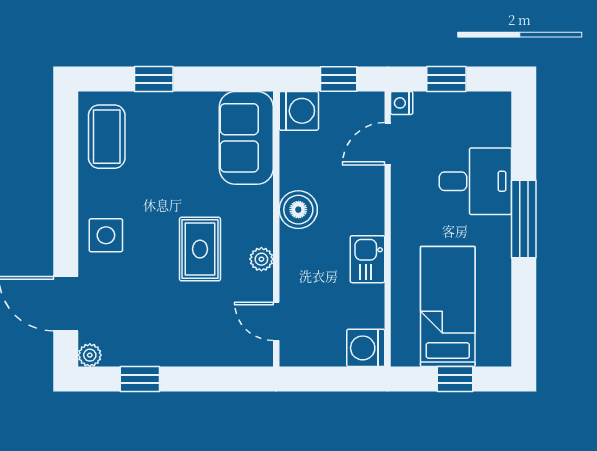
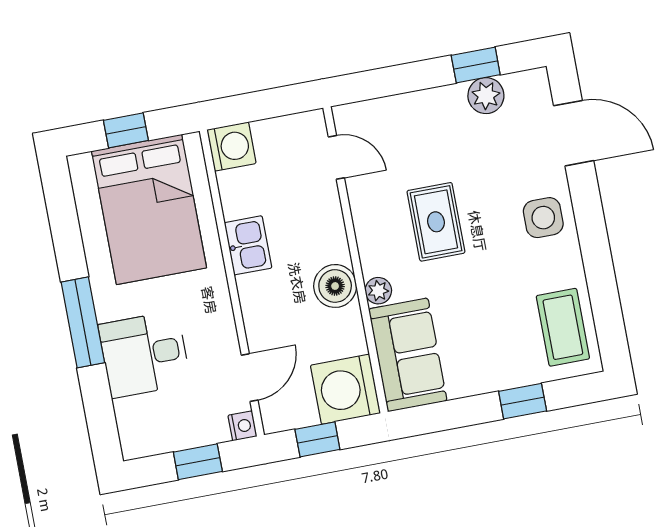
washing machine: (299, 111) -> (345, 389), width x1.37, depth x1.37
plant: (261, 259) -> (378, 291), moved
bed: (448, 307) -> (149, 209), width x1.50
plant: (90, 355) -> (486, 96), moved, width x1.38, depth x1.38

